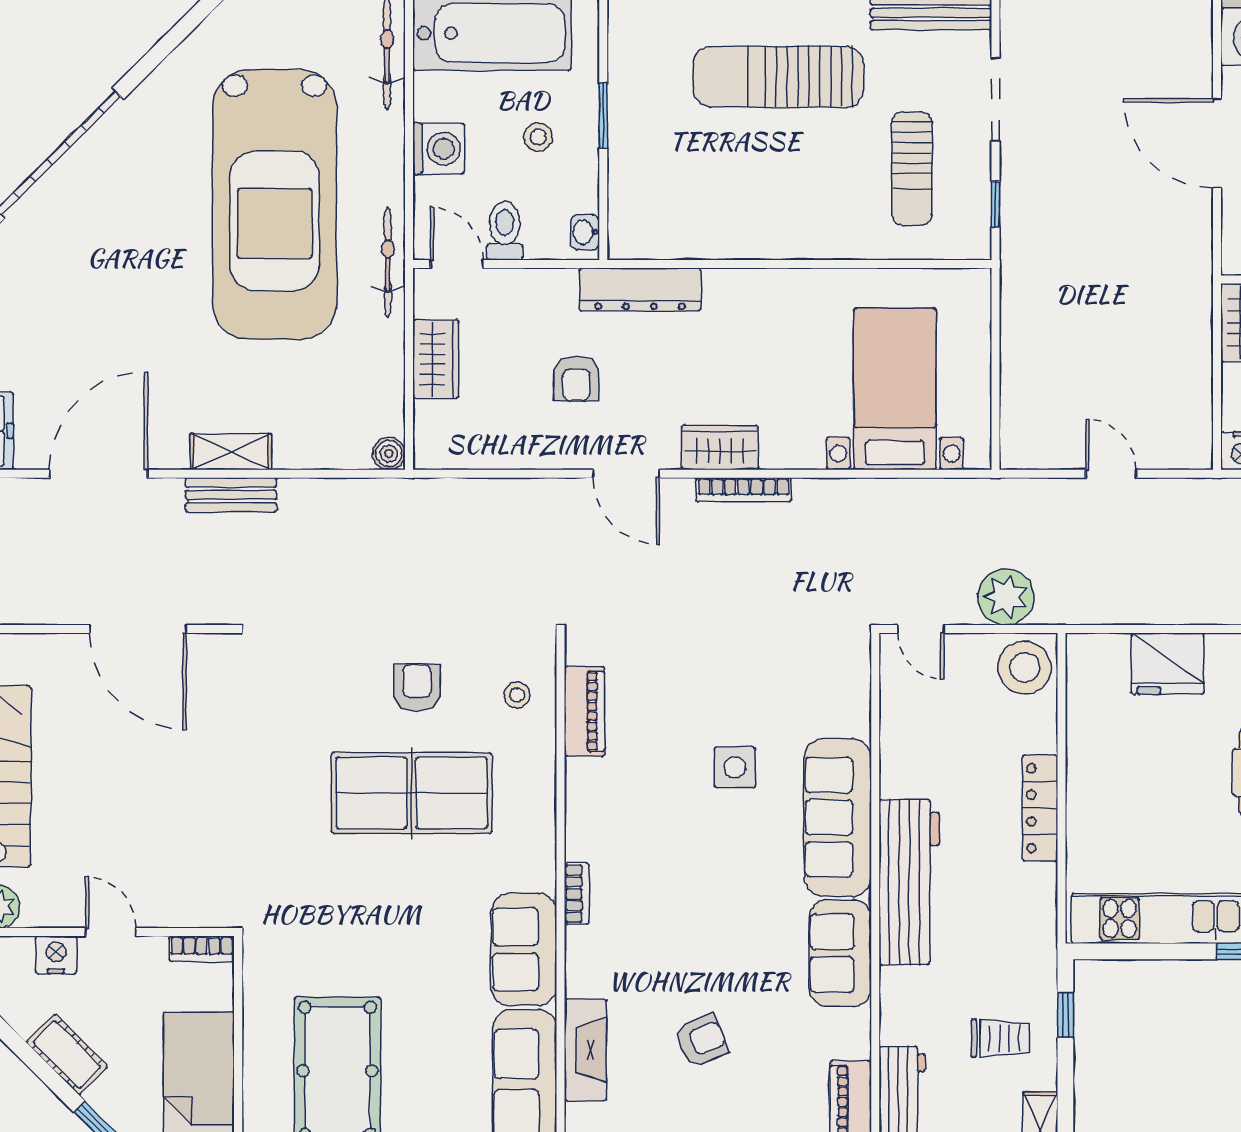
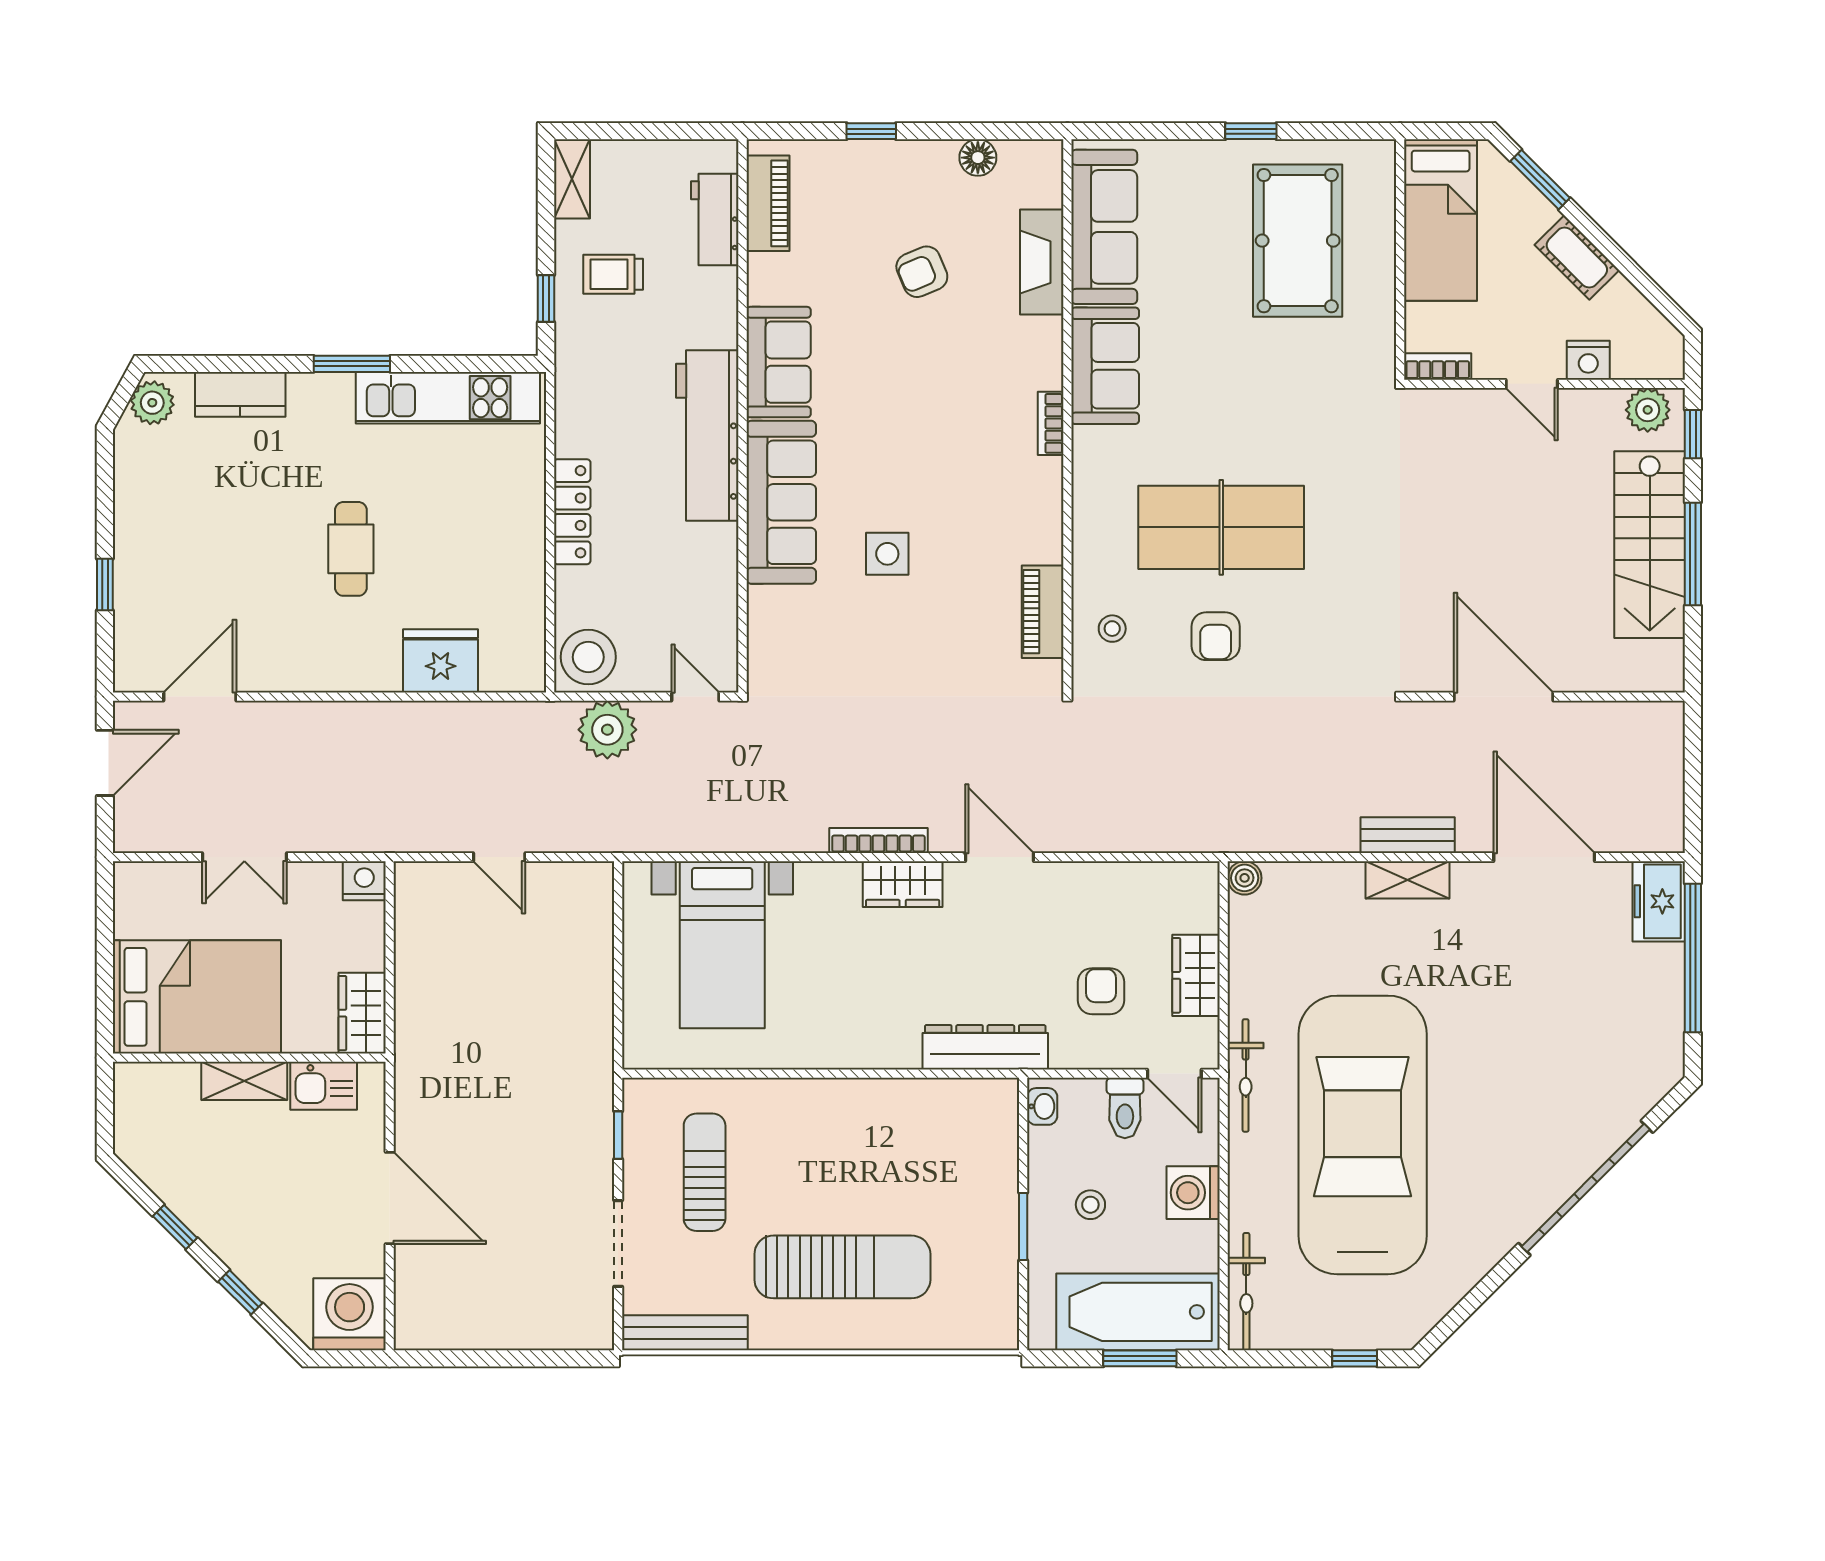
armchair: (576, 379) -> (1101, 991), moved
door: (99, 474) -> (1544, 857), swing flipped

